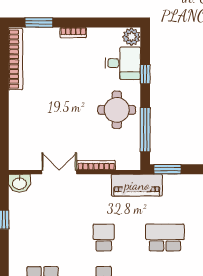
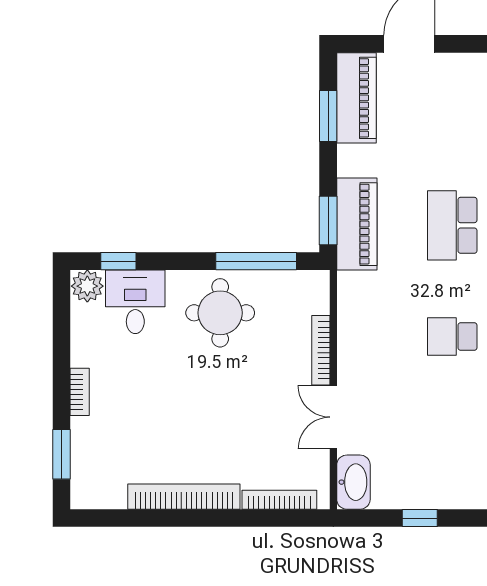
bookcase: (16, 59) -> (184, 497), moved
window: (145, 74) -> (118, 261), moved
bookcase: (14, 142) -> (279, 500), added
washbasin: (19, 183) -> (353, 482), width x1.38
piano: (137, 185) -> (357, 224), moved

